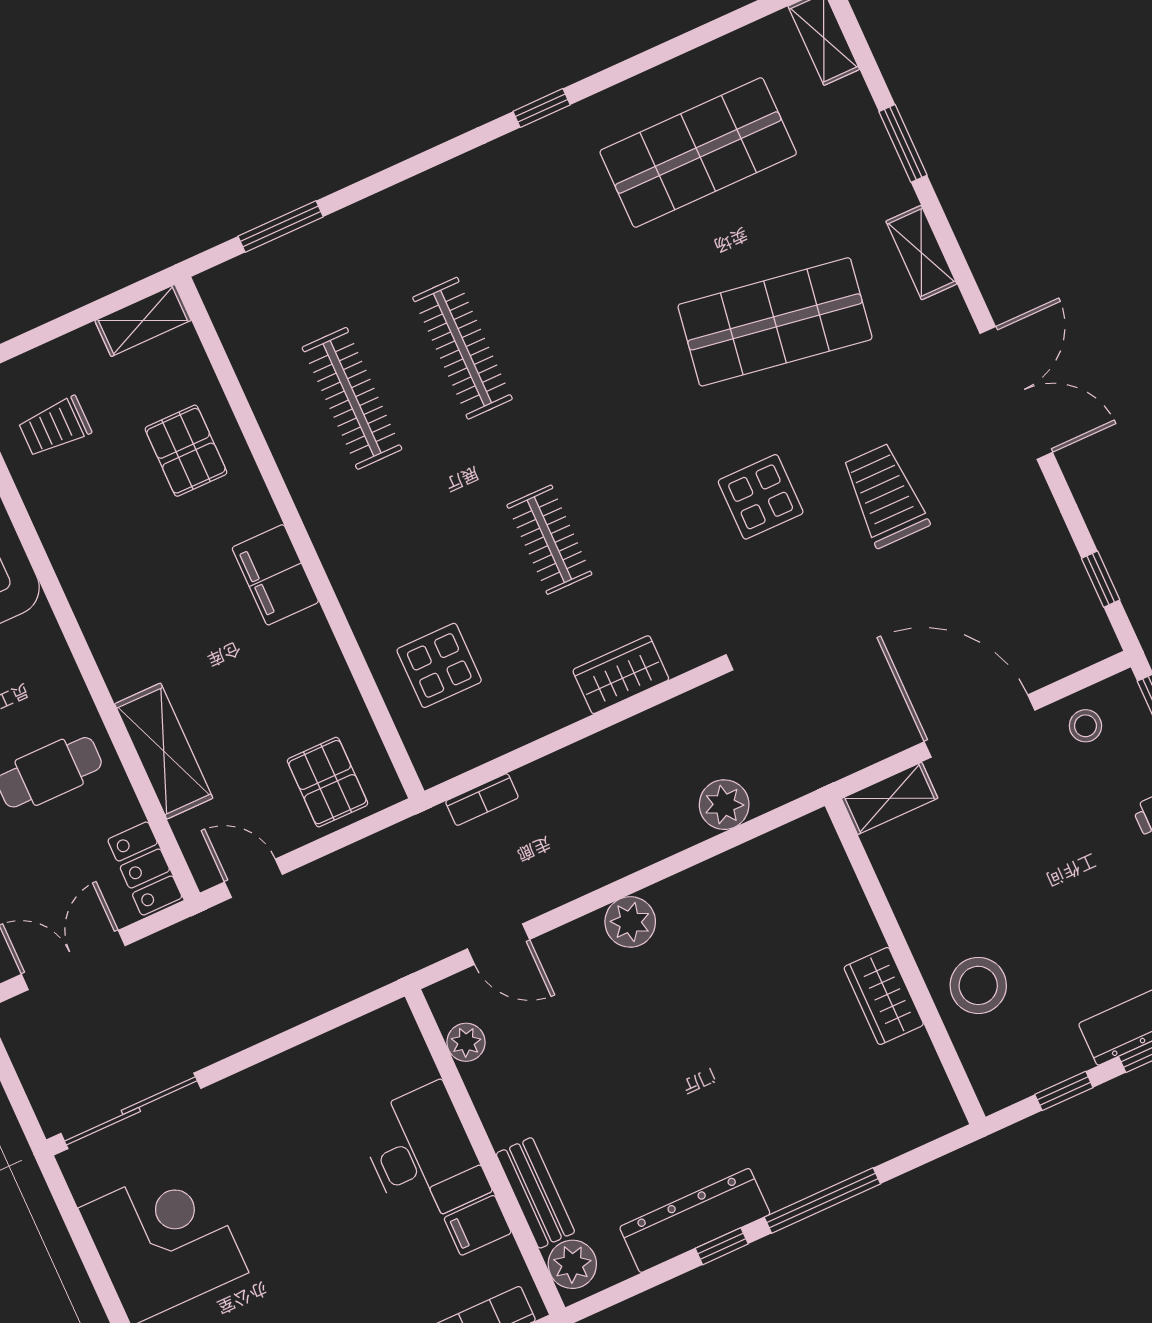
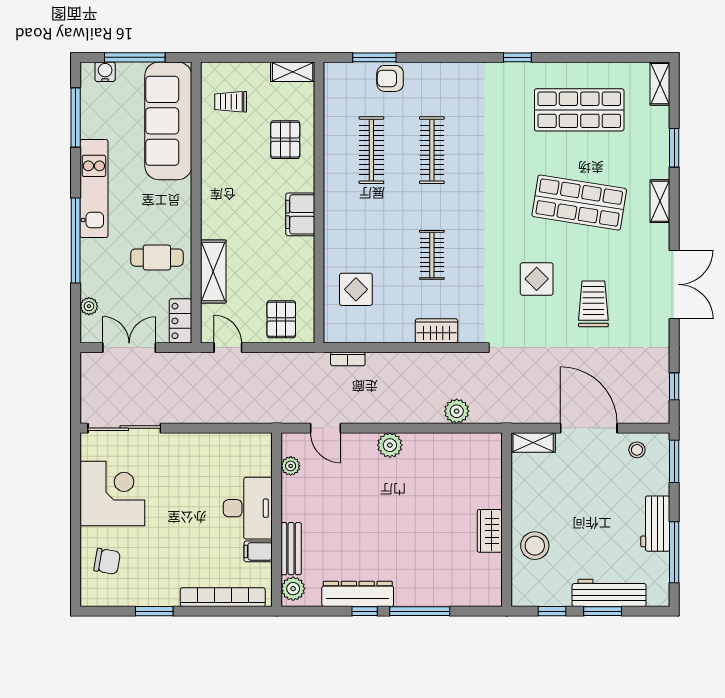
armchair: (327, 252) -> (390, 78), added

